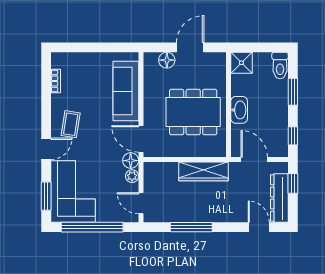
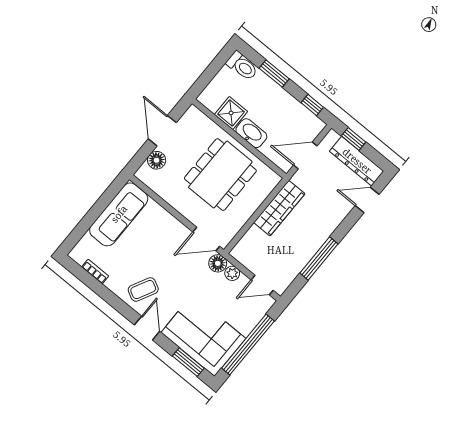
shower: (241, 63) -> (231, 113), moved
sofa: (126, 91) -> (119, 214), moved, turned -90
coffee table: (71, 124) -> (143, 290), turned -72

